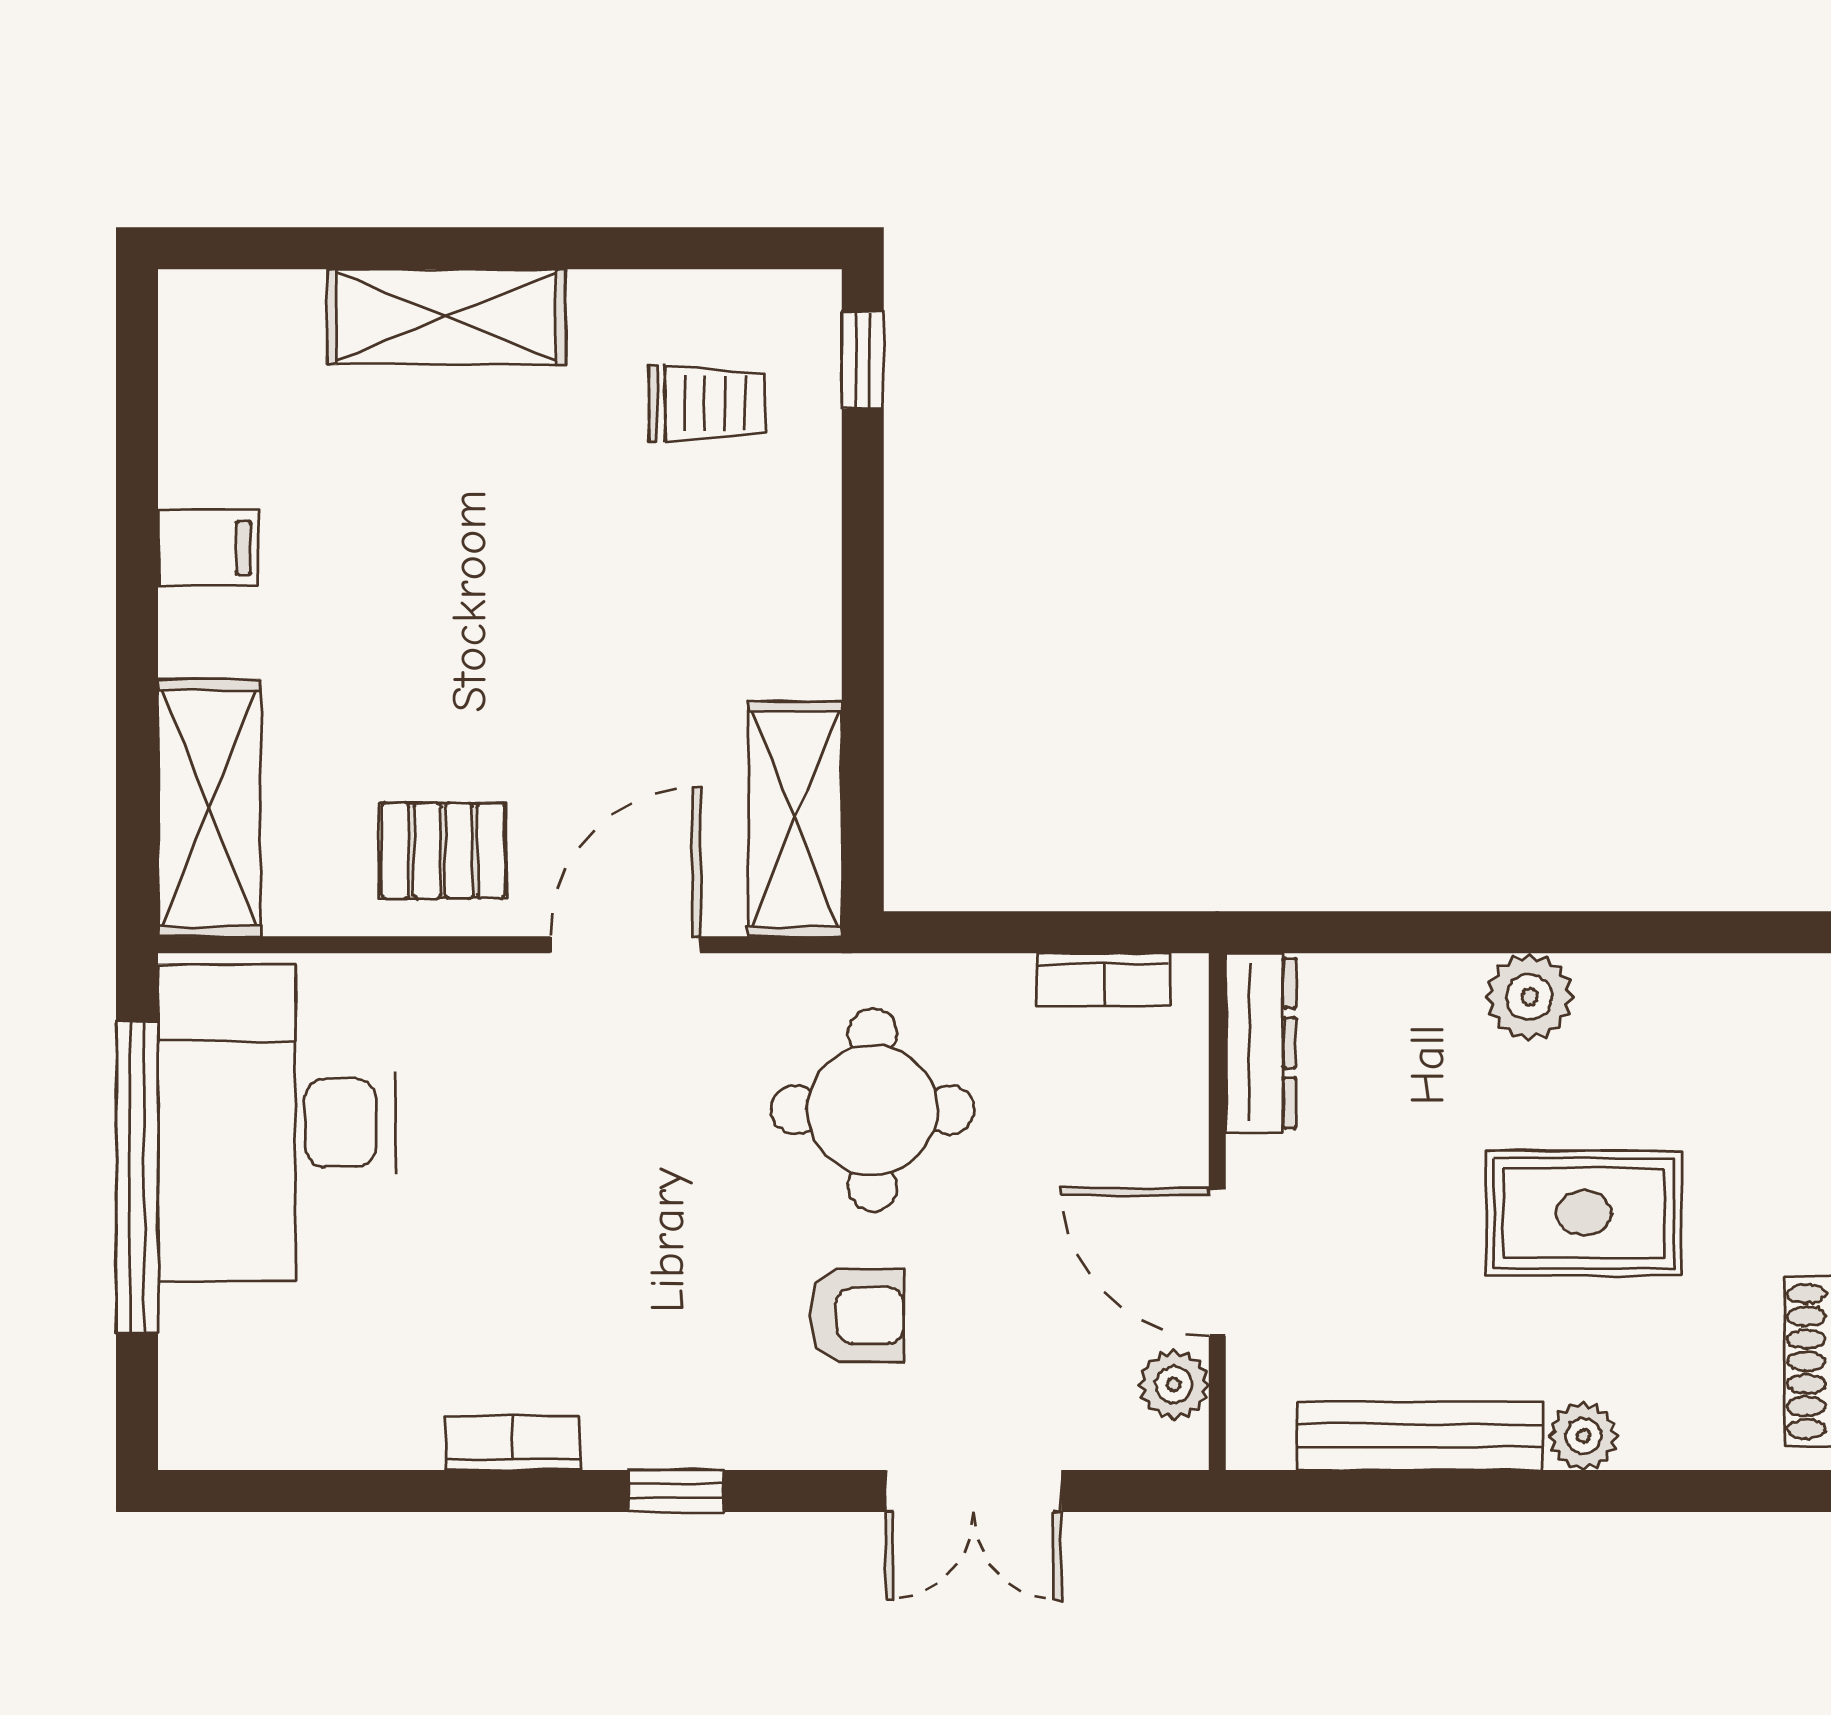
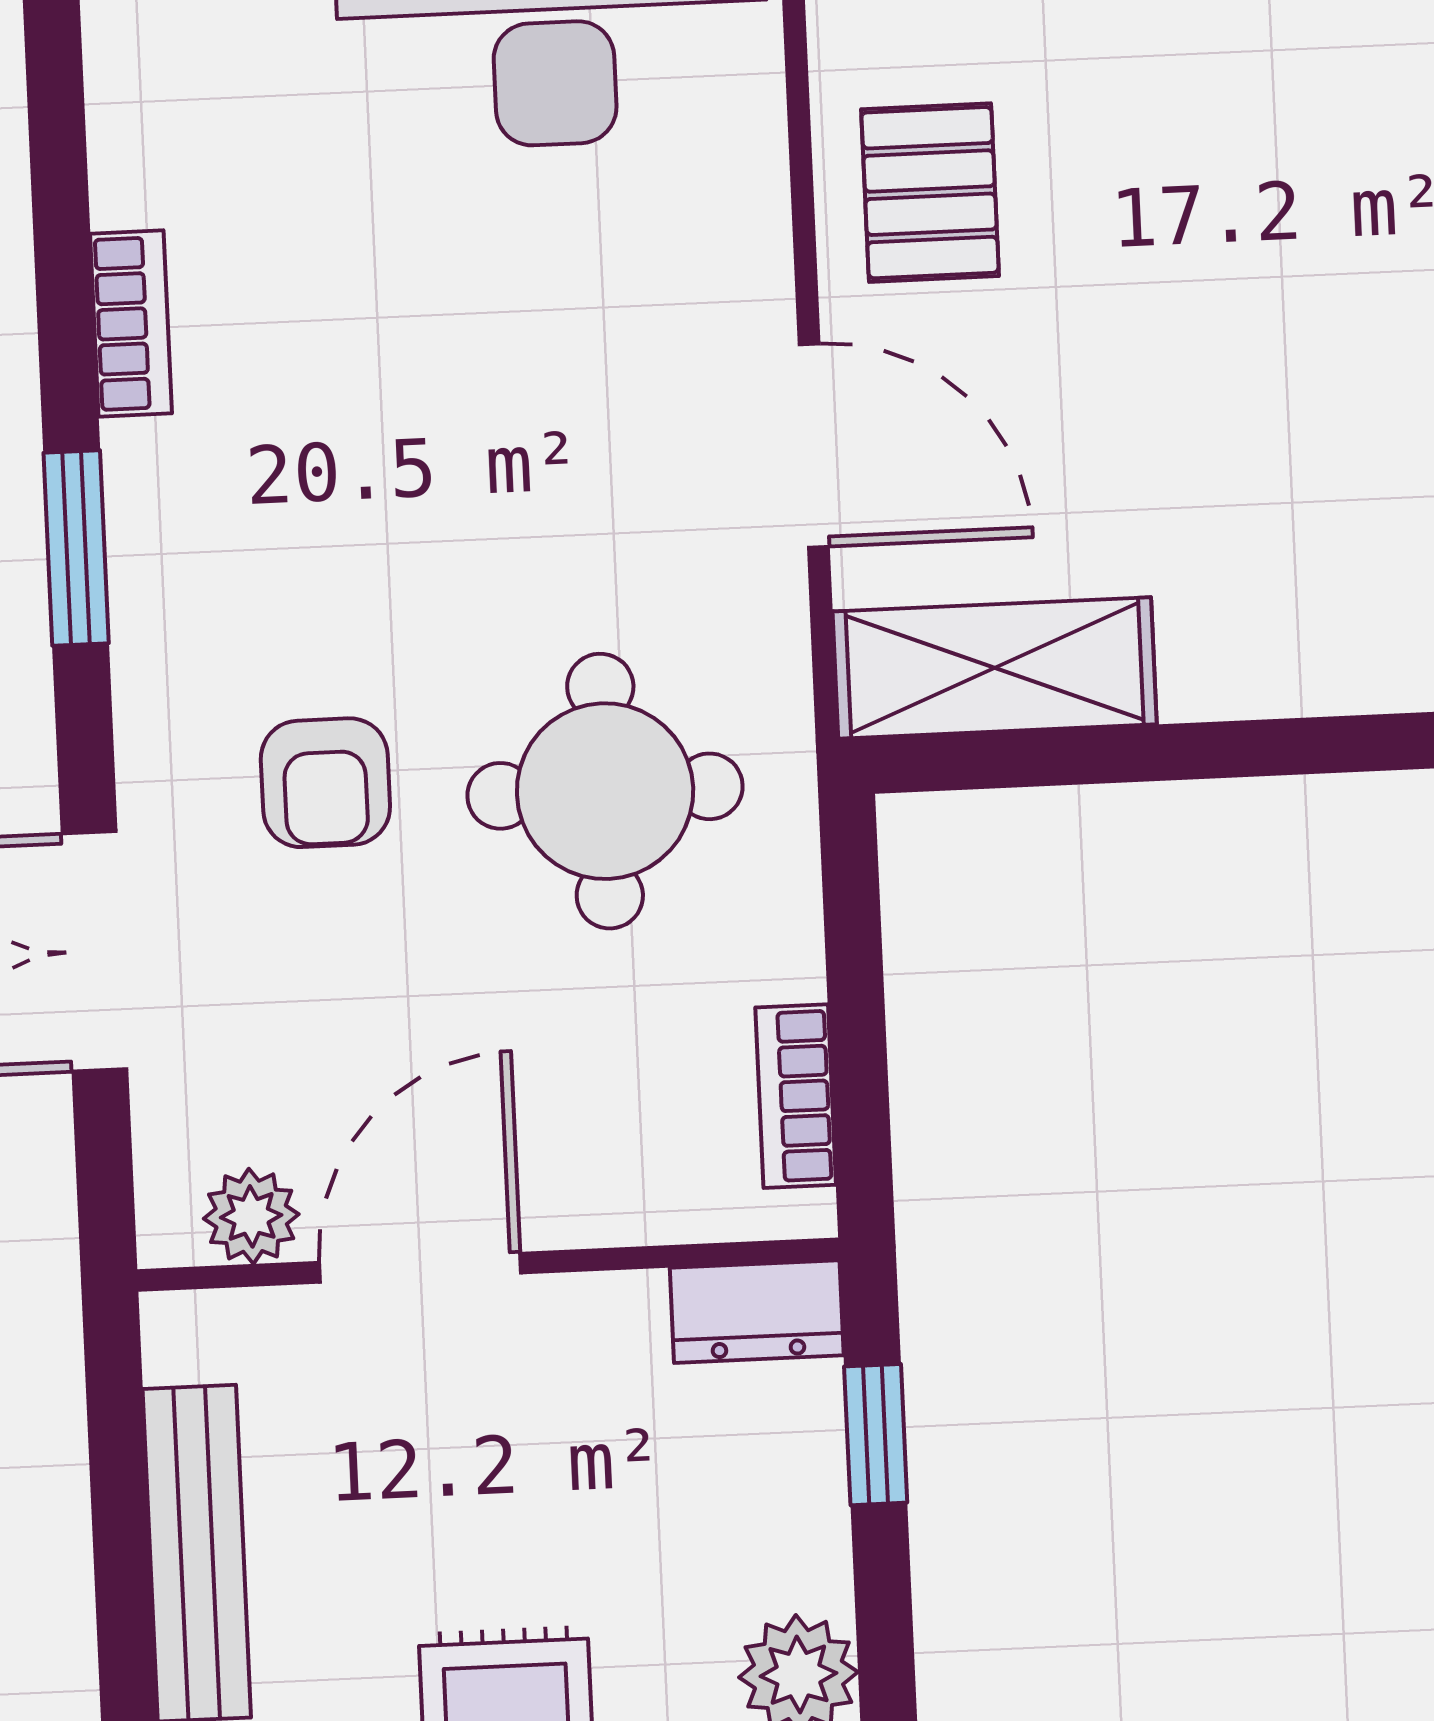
window: (1355, 932) -> (876, 1435), added
dresser: (1261, 1043) -> (757, 1312), width x0.70
window: (676, 1491) -> (76, 548), width x1.50

